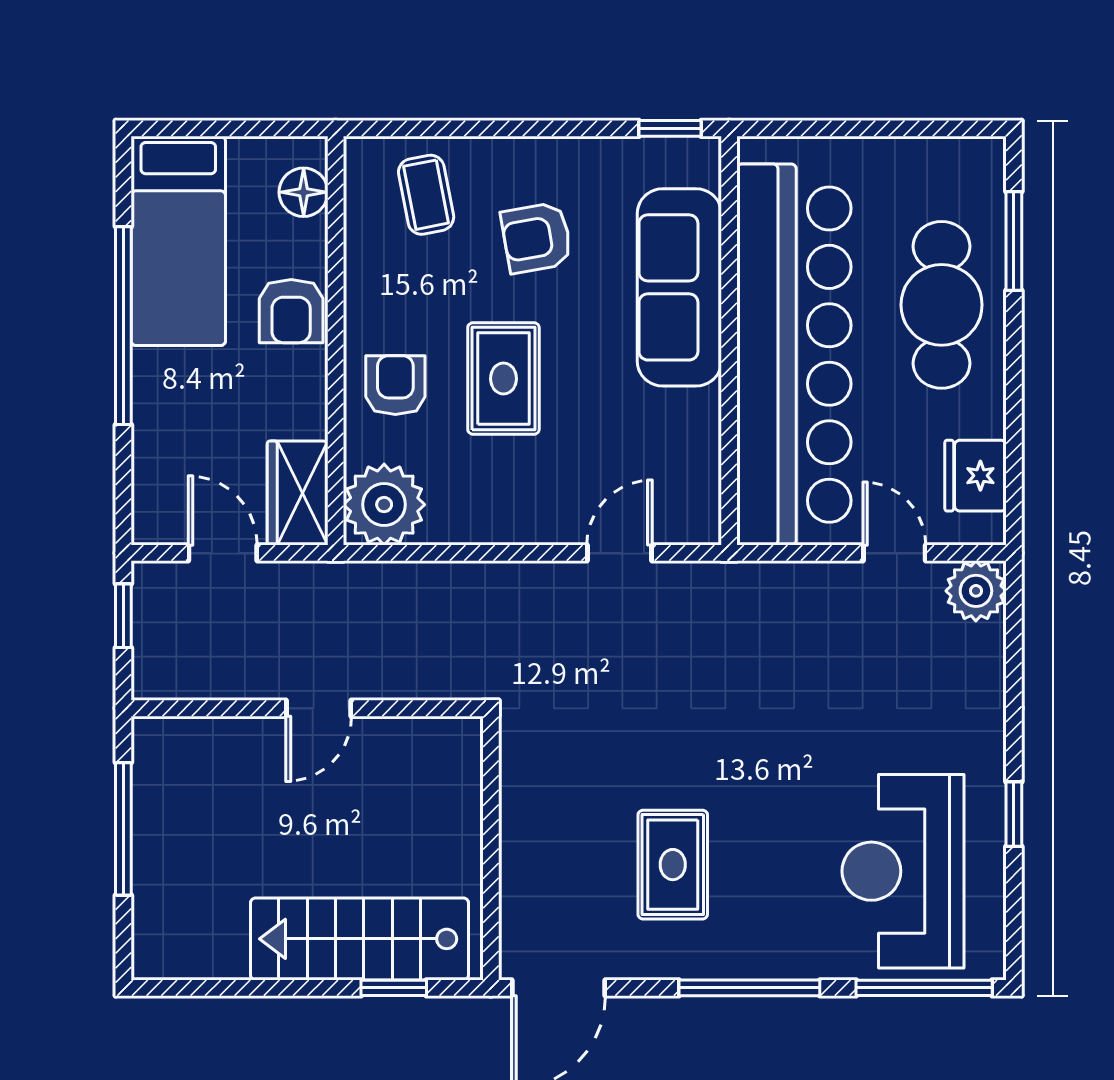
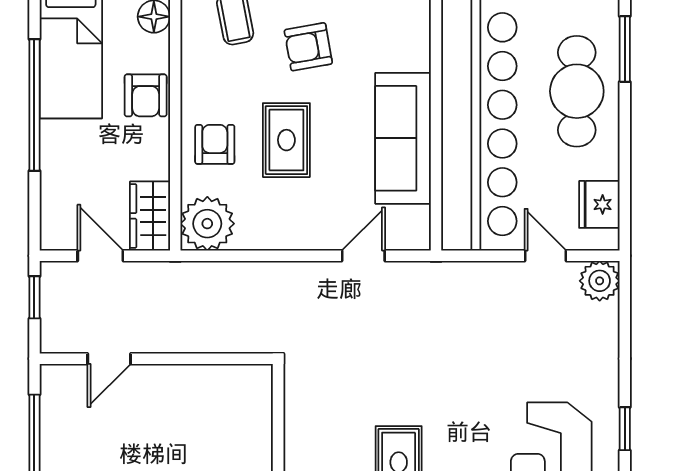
sofa: (679, 287) -> (403, 138), moved
door: (319, 708) -> (109, 359), moved

